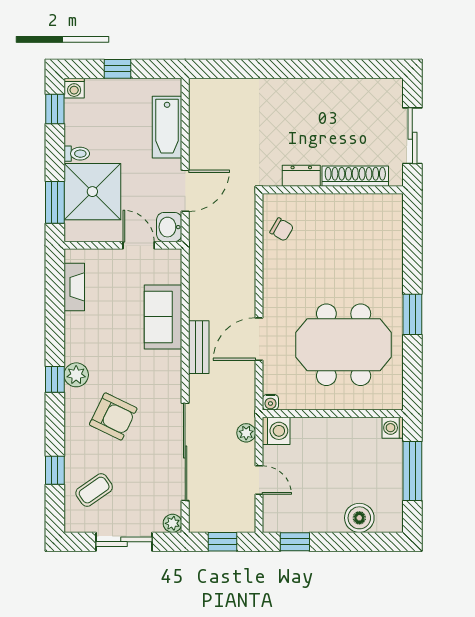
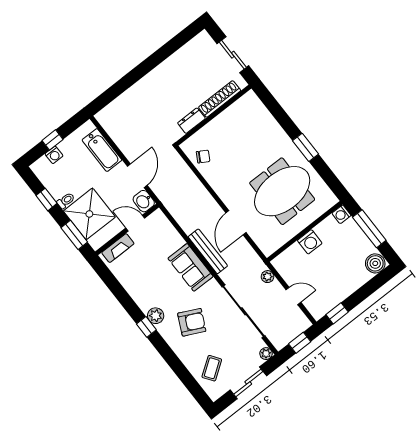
washing machine: (74, 88) -> (54, 155), moved
window: (55, 109) -> (47, 199), moved
fireplace: (74, 287) -> (118, 248), moved, turned 90
sofa: (163, 317) -> (191, 267), moved
bench: (199, 347) -> (208, 251), width x1.36
water cooler: (270, 402) -> (268, 251), removed
washing machine: (276, 431) -> (310, 242), moved, turned 90
window: (55, 470) -> (183, 374), removed
boiler: (359, 518) -> (375, 263), moved

